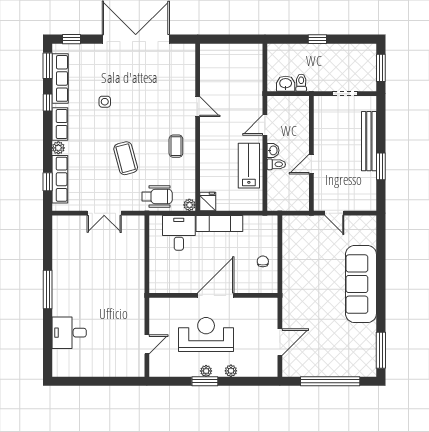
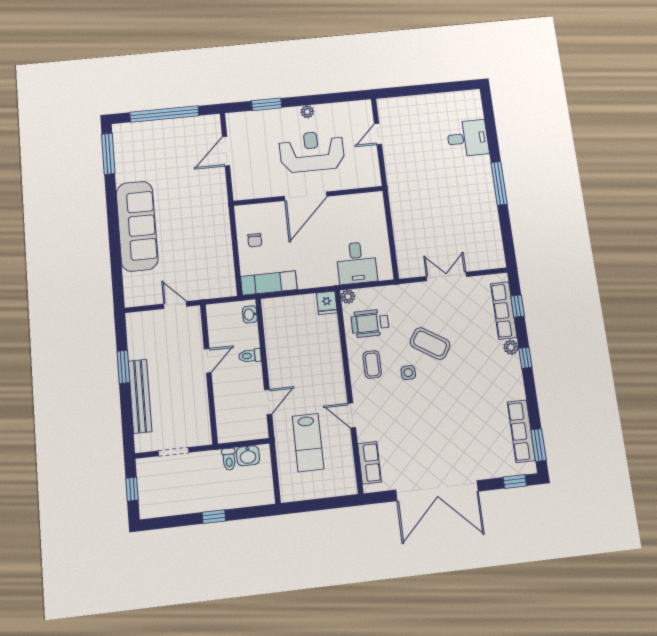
window: (381, 68) -> (132, 489), width x0.67
side table: (105, 102) -> (408, 373), moved
window: (48, 103) -> (525, 358), moved
row of seats: (60, 124) -> (370, 463), moved, turned 180
washbasin: (273, 150) -> (250, 314), moved
coffee table: (126, 158) -> (430, 344), turned -43
lab bench: (249, 166) -> (308, 443), moved
wheelchair: (157, 197) -> (370, 323), moved
exam couch: (219, 224) -> (269, 283), moved
reception desk: (206, 335) -> (312, 151), turned 180
plant: (231, 371) -> (279, 115), removed
window: (205, 381) -> (267, 104), moved

